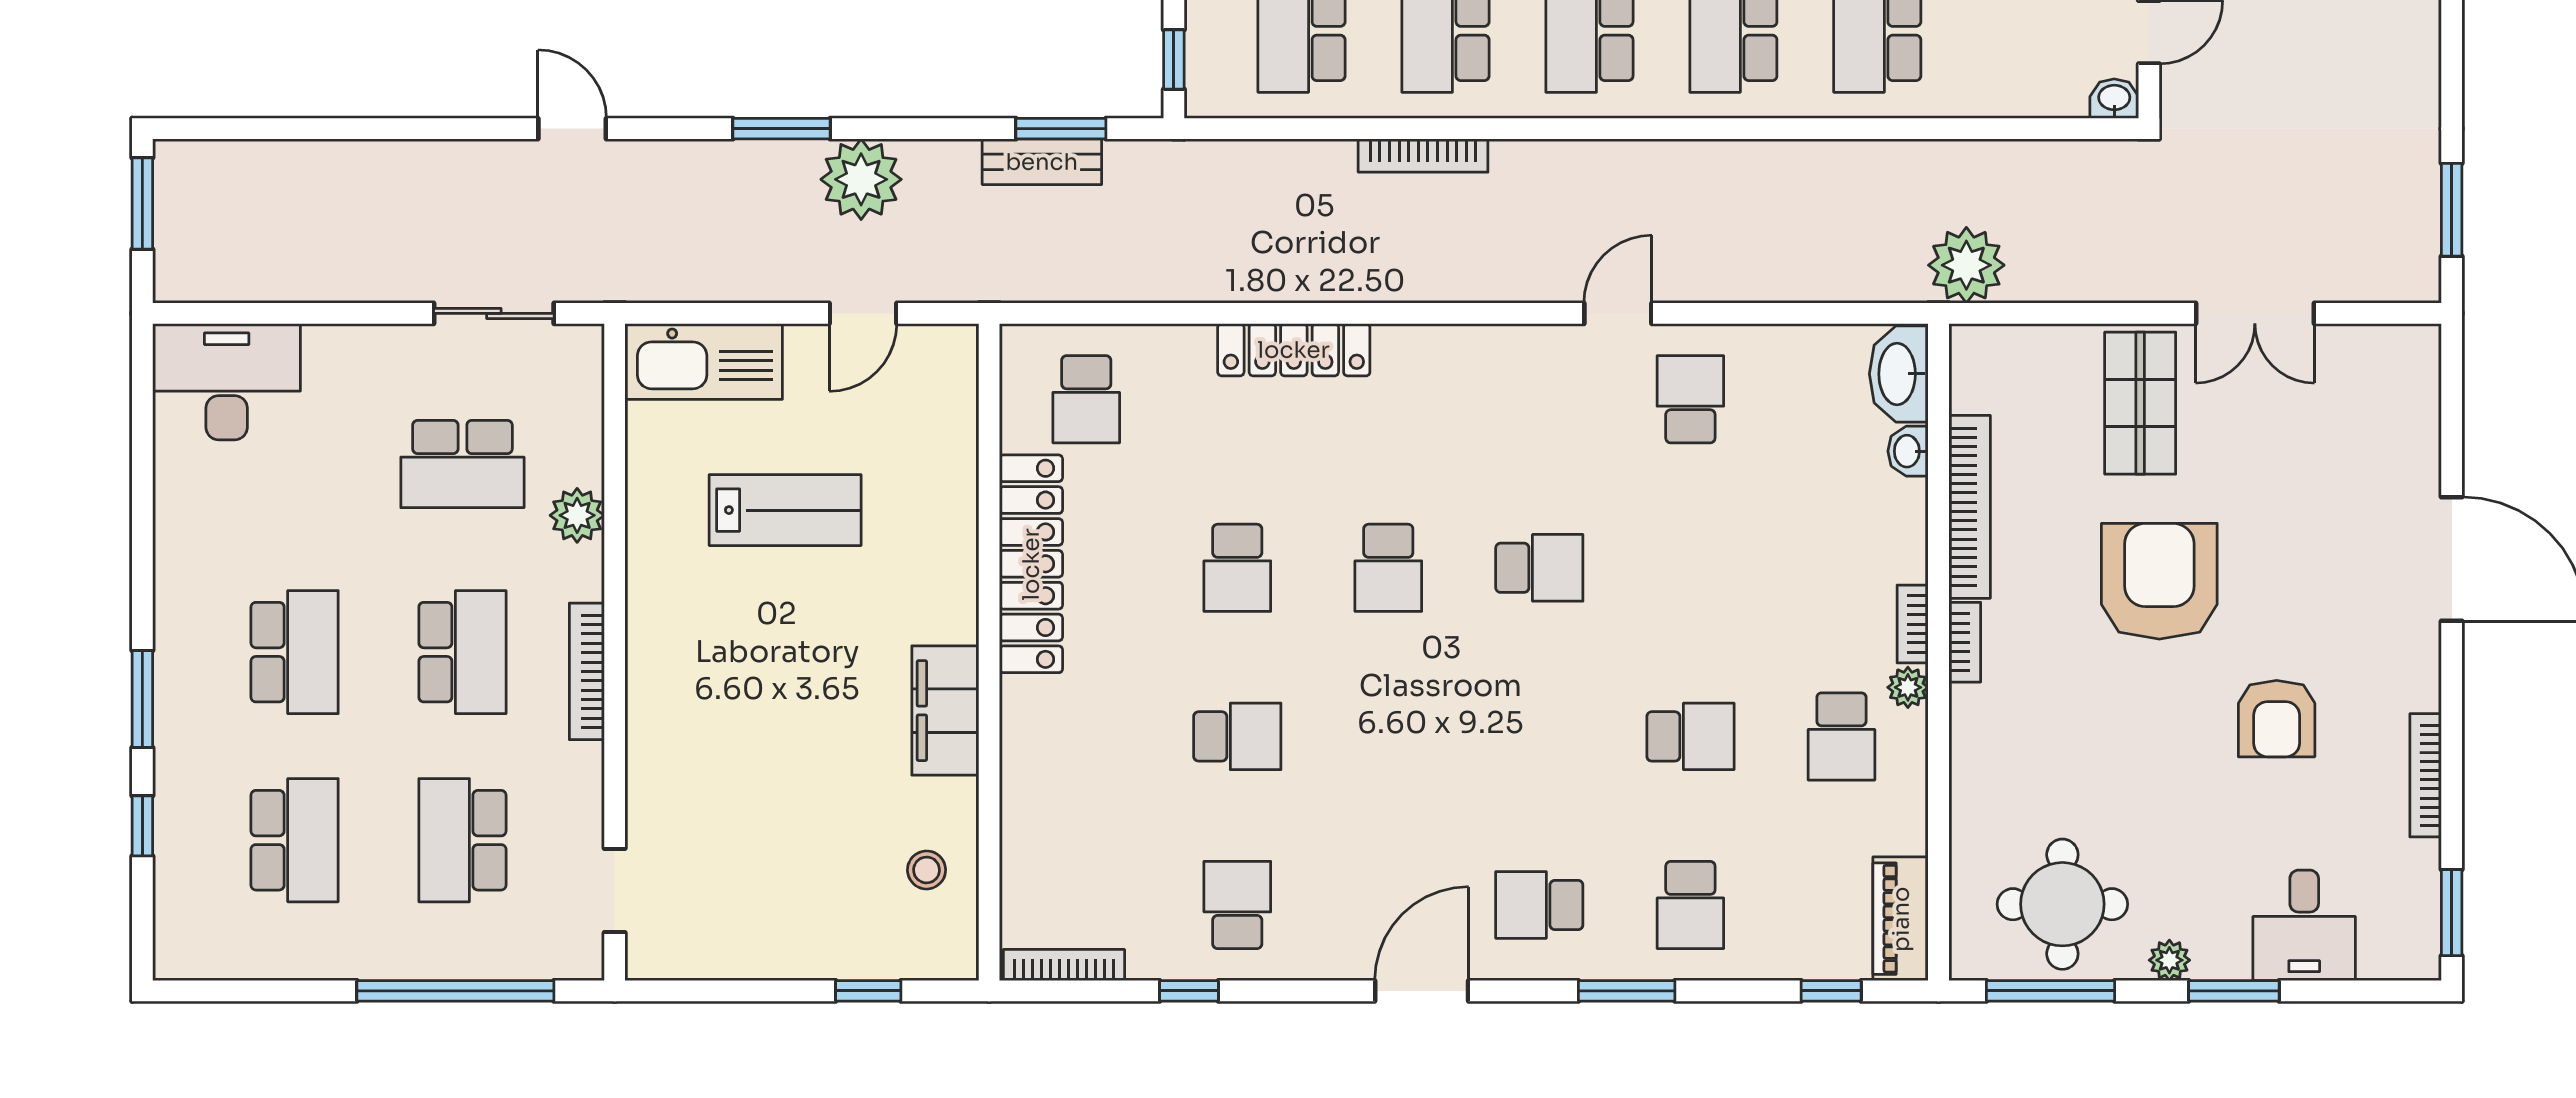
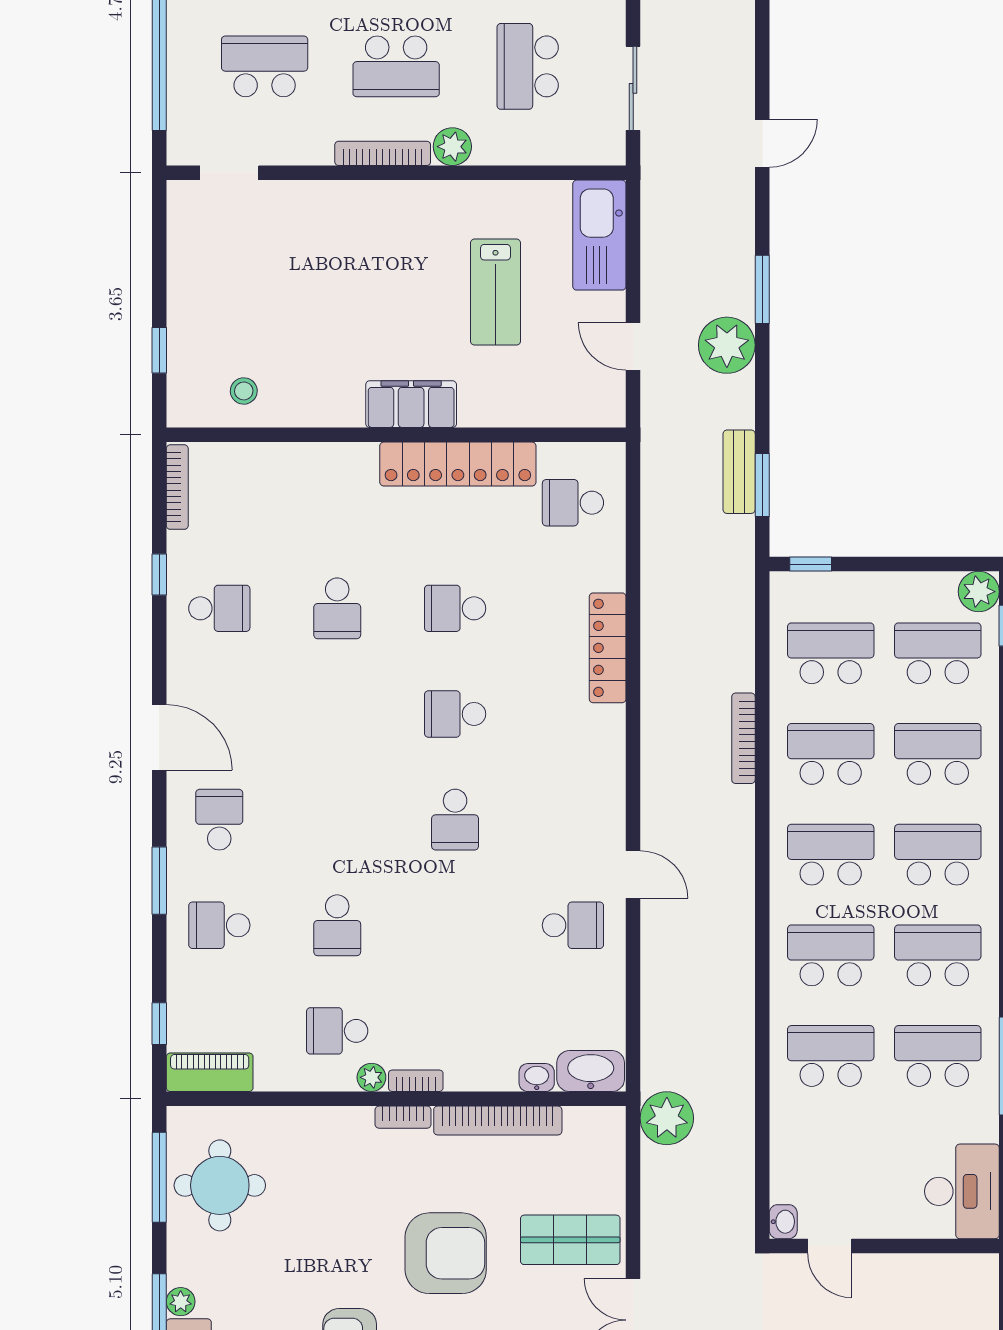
plant: (577, 515) -> (452, 147), moved
filing cabinet: (945, 711) -> (411, 404), moved
plant: (2169, 960) -> (181, 1302), moved

